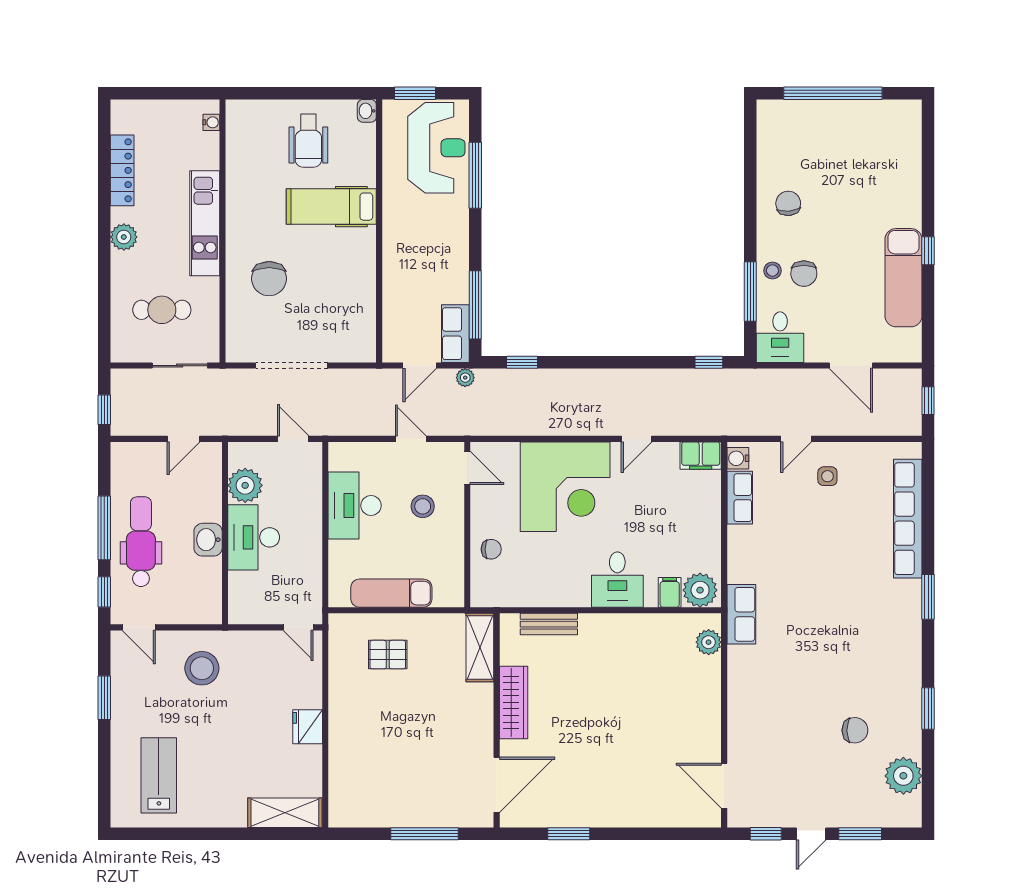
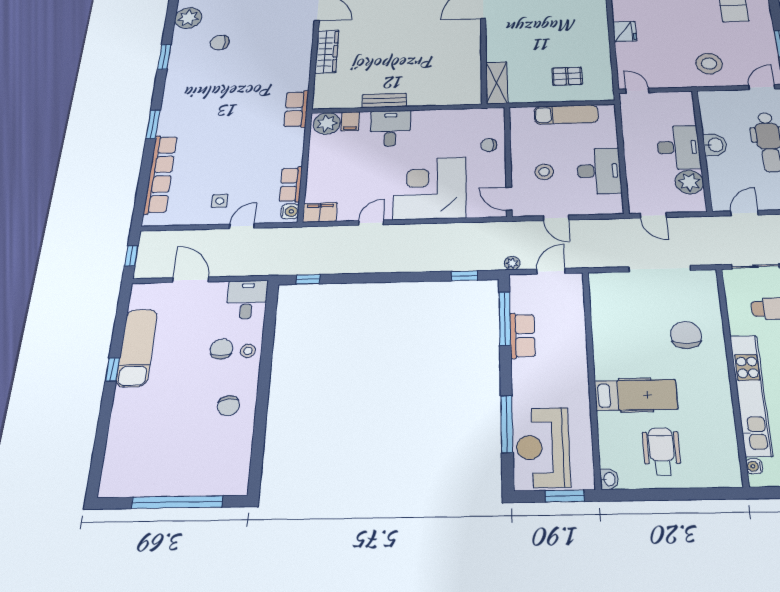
kitchen unit: (205, 223) -> (751, 395), width x1.36
window: (750, 291) -> (268, 334), removed
row of seats: (455, 334) -> (522, 336), moved
bench: (549, 624) -> (384, 101), moved
door: (139, 627) -> (762, 87), hinge flipped
plant: (709, 642) -> (323, 91), removed
wardrobe: (514, 702) -> (327, 52), moved, turned 180

